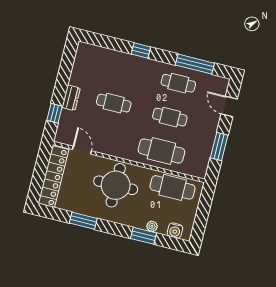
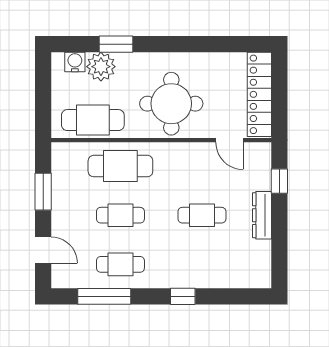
dresser: (71, 98) -> (262, 215), width x1.44
window: (83, 221) -> (204, 44), removed
plant: (152, 226) -> (101, 67), width x1.87, depth x1.87

